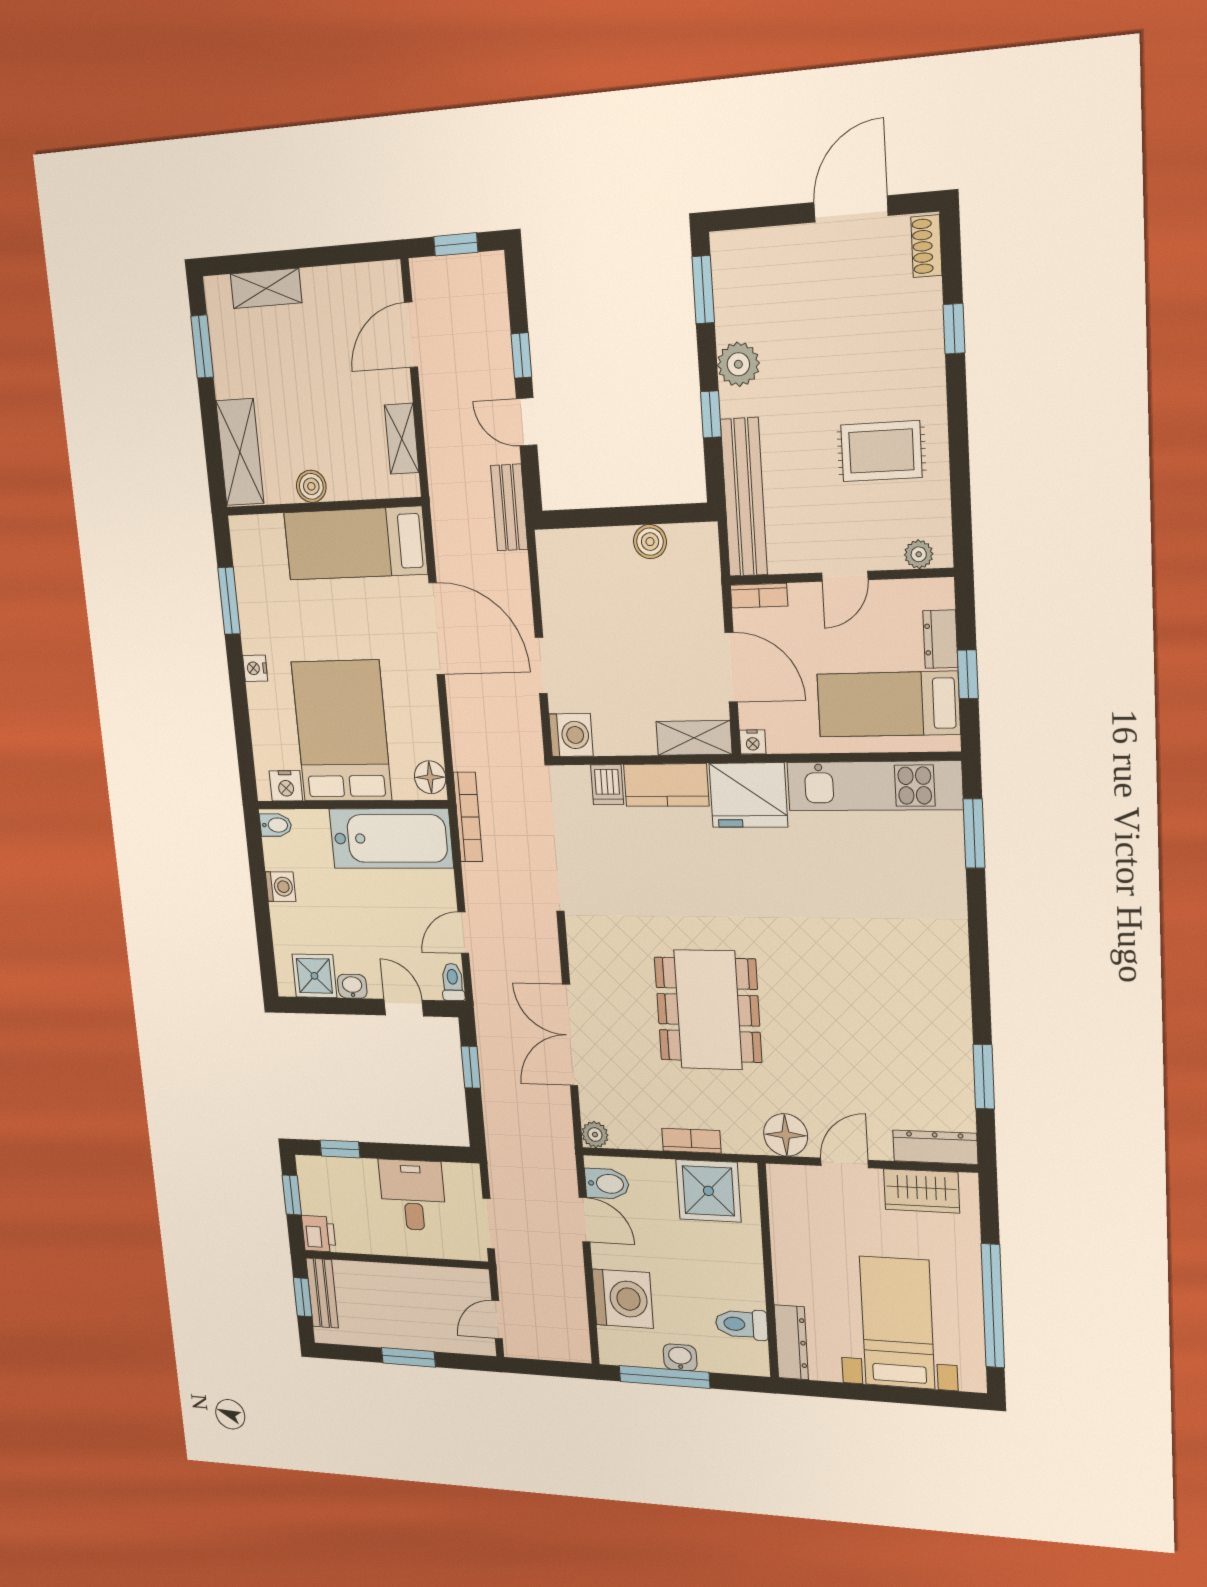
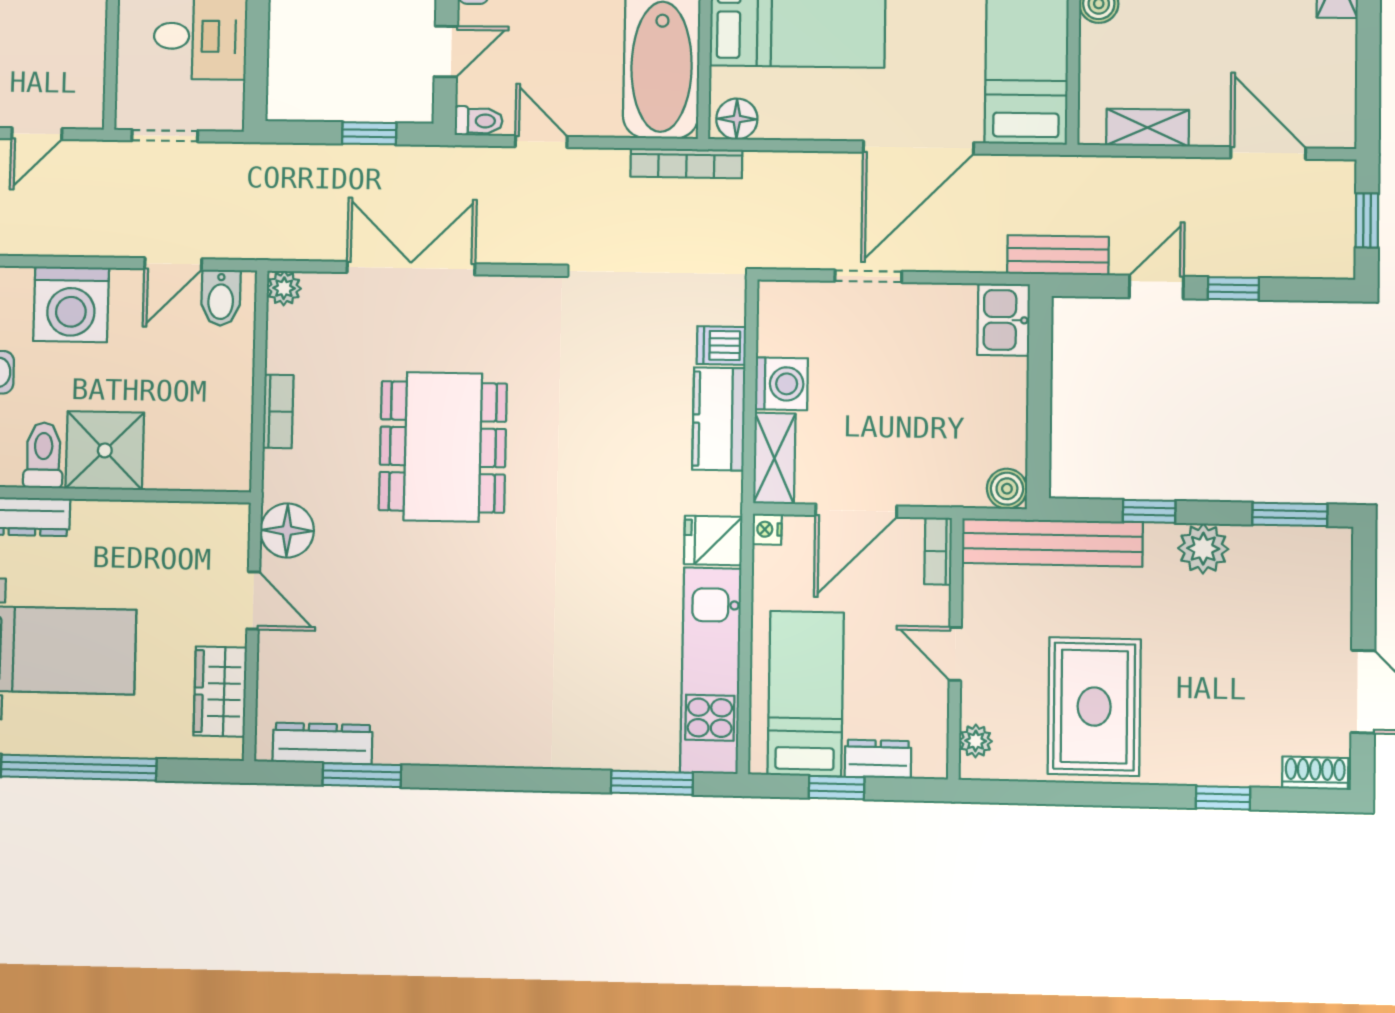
rug: (881, 451) -> (1094, 707), width x1.36, depth x1.43
boiler: (650, 542) -> (1007, 489), moved
kitchen sink: (565, 550) -> (1004, 320), added
washing machine: (571, 735) -> (781, 384), moved, turned -90
fridge: (748, 795) -> (713, 540), width x0.53, depth x0.75
dining table: (708, 1010) -> (443, 447), turned 90
dresser: (935, 1147) -> (322, 744), moved, turned -90
shower: (708, 1191) -> (105, 450), moved
door: (497, 1320) -> (37, 134), swing flipped

